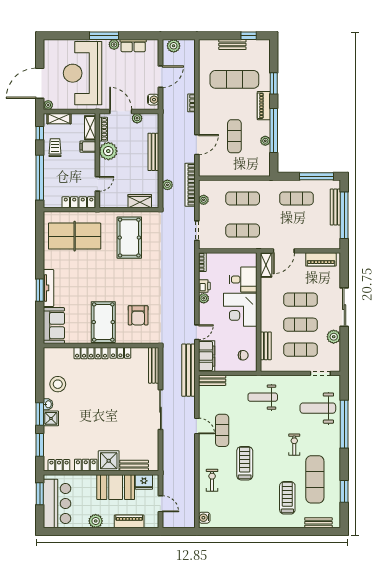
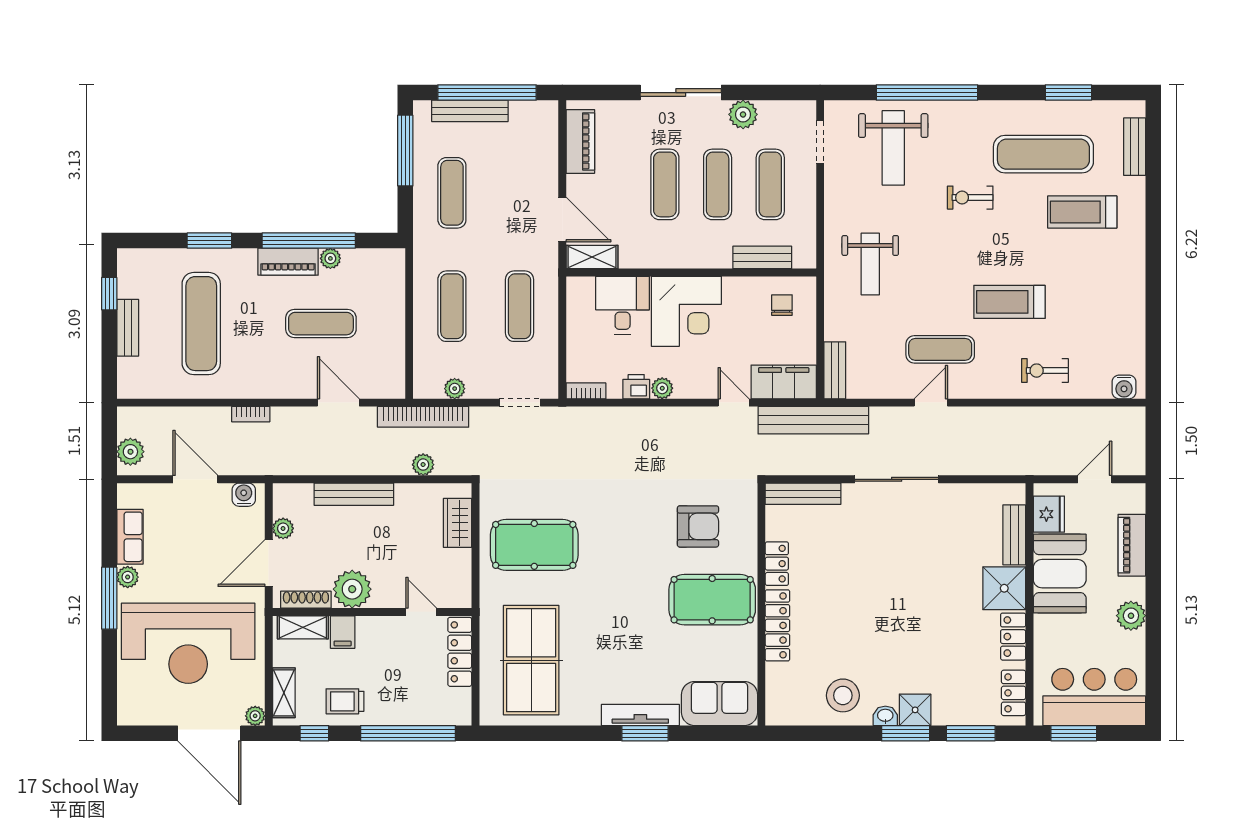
piano: (264, 106) -> (288, 262), moved

